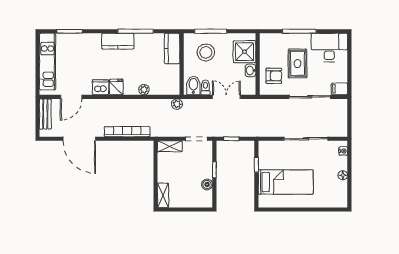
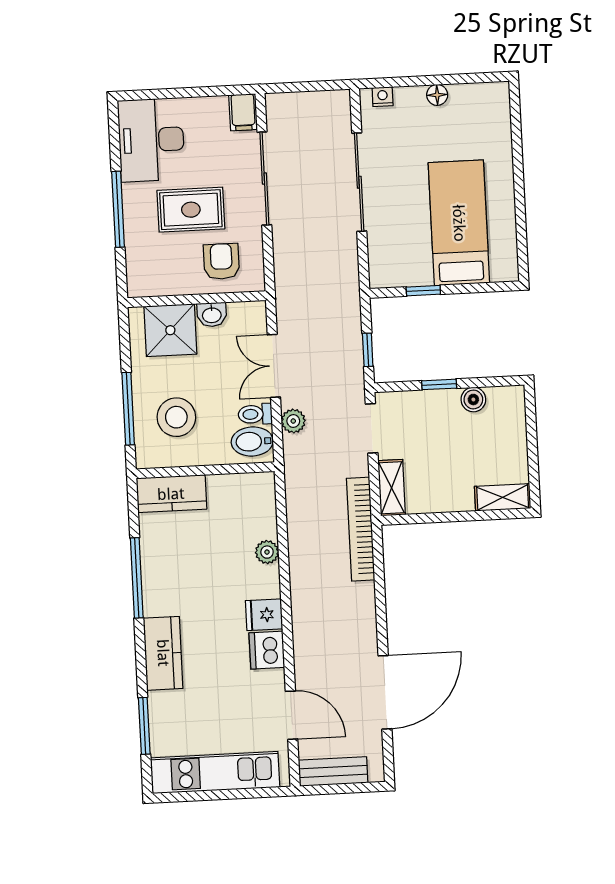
kitchen counter: (118, 41) -> (163, 653), moved
plant: (177, 104) -> (293, 421), moved
bookcase: (127, 132) -> (361, 529), moved

